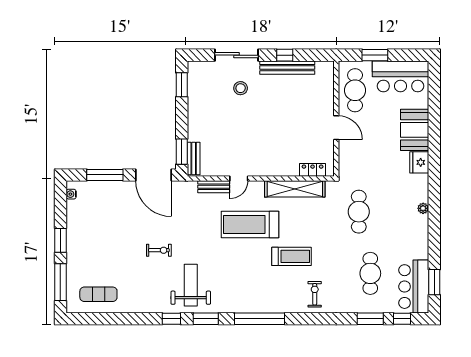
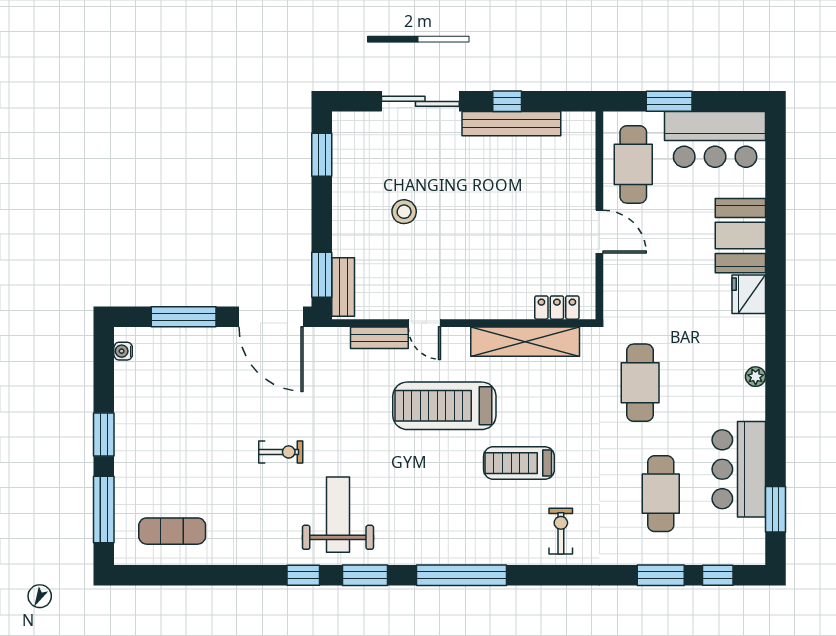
stool: (241, 88) -> (404, 212), moved
door: (239, 179) -> (424, 323), hinge flipped
treadmill: (291, 256) -> (519, 463), turned 180
bar counter: (414, 287) -> (739, 469), moved

